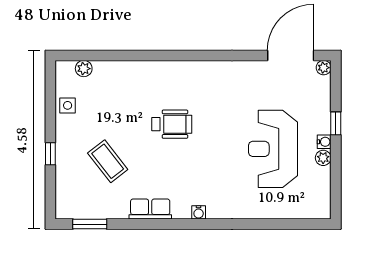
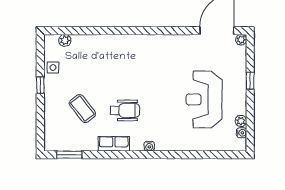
wheelchair: (172, 124) -> (125, 110), moved
water cooler: (324, 142) -> (242, 133), moved
window: (50, 154) -> (40, 85), moved
plant: (323, 158) -> (241, 121), moved

